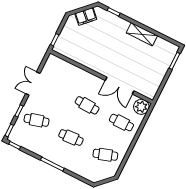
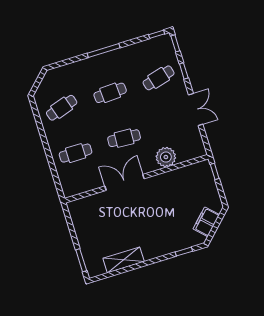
shelving: (142, 34) -> (124, 260), moved
double door: (120, 86) -> (124, 182), moved
plant: (141, 107) -> (166, 157), moved

